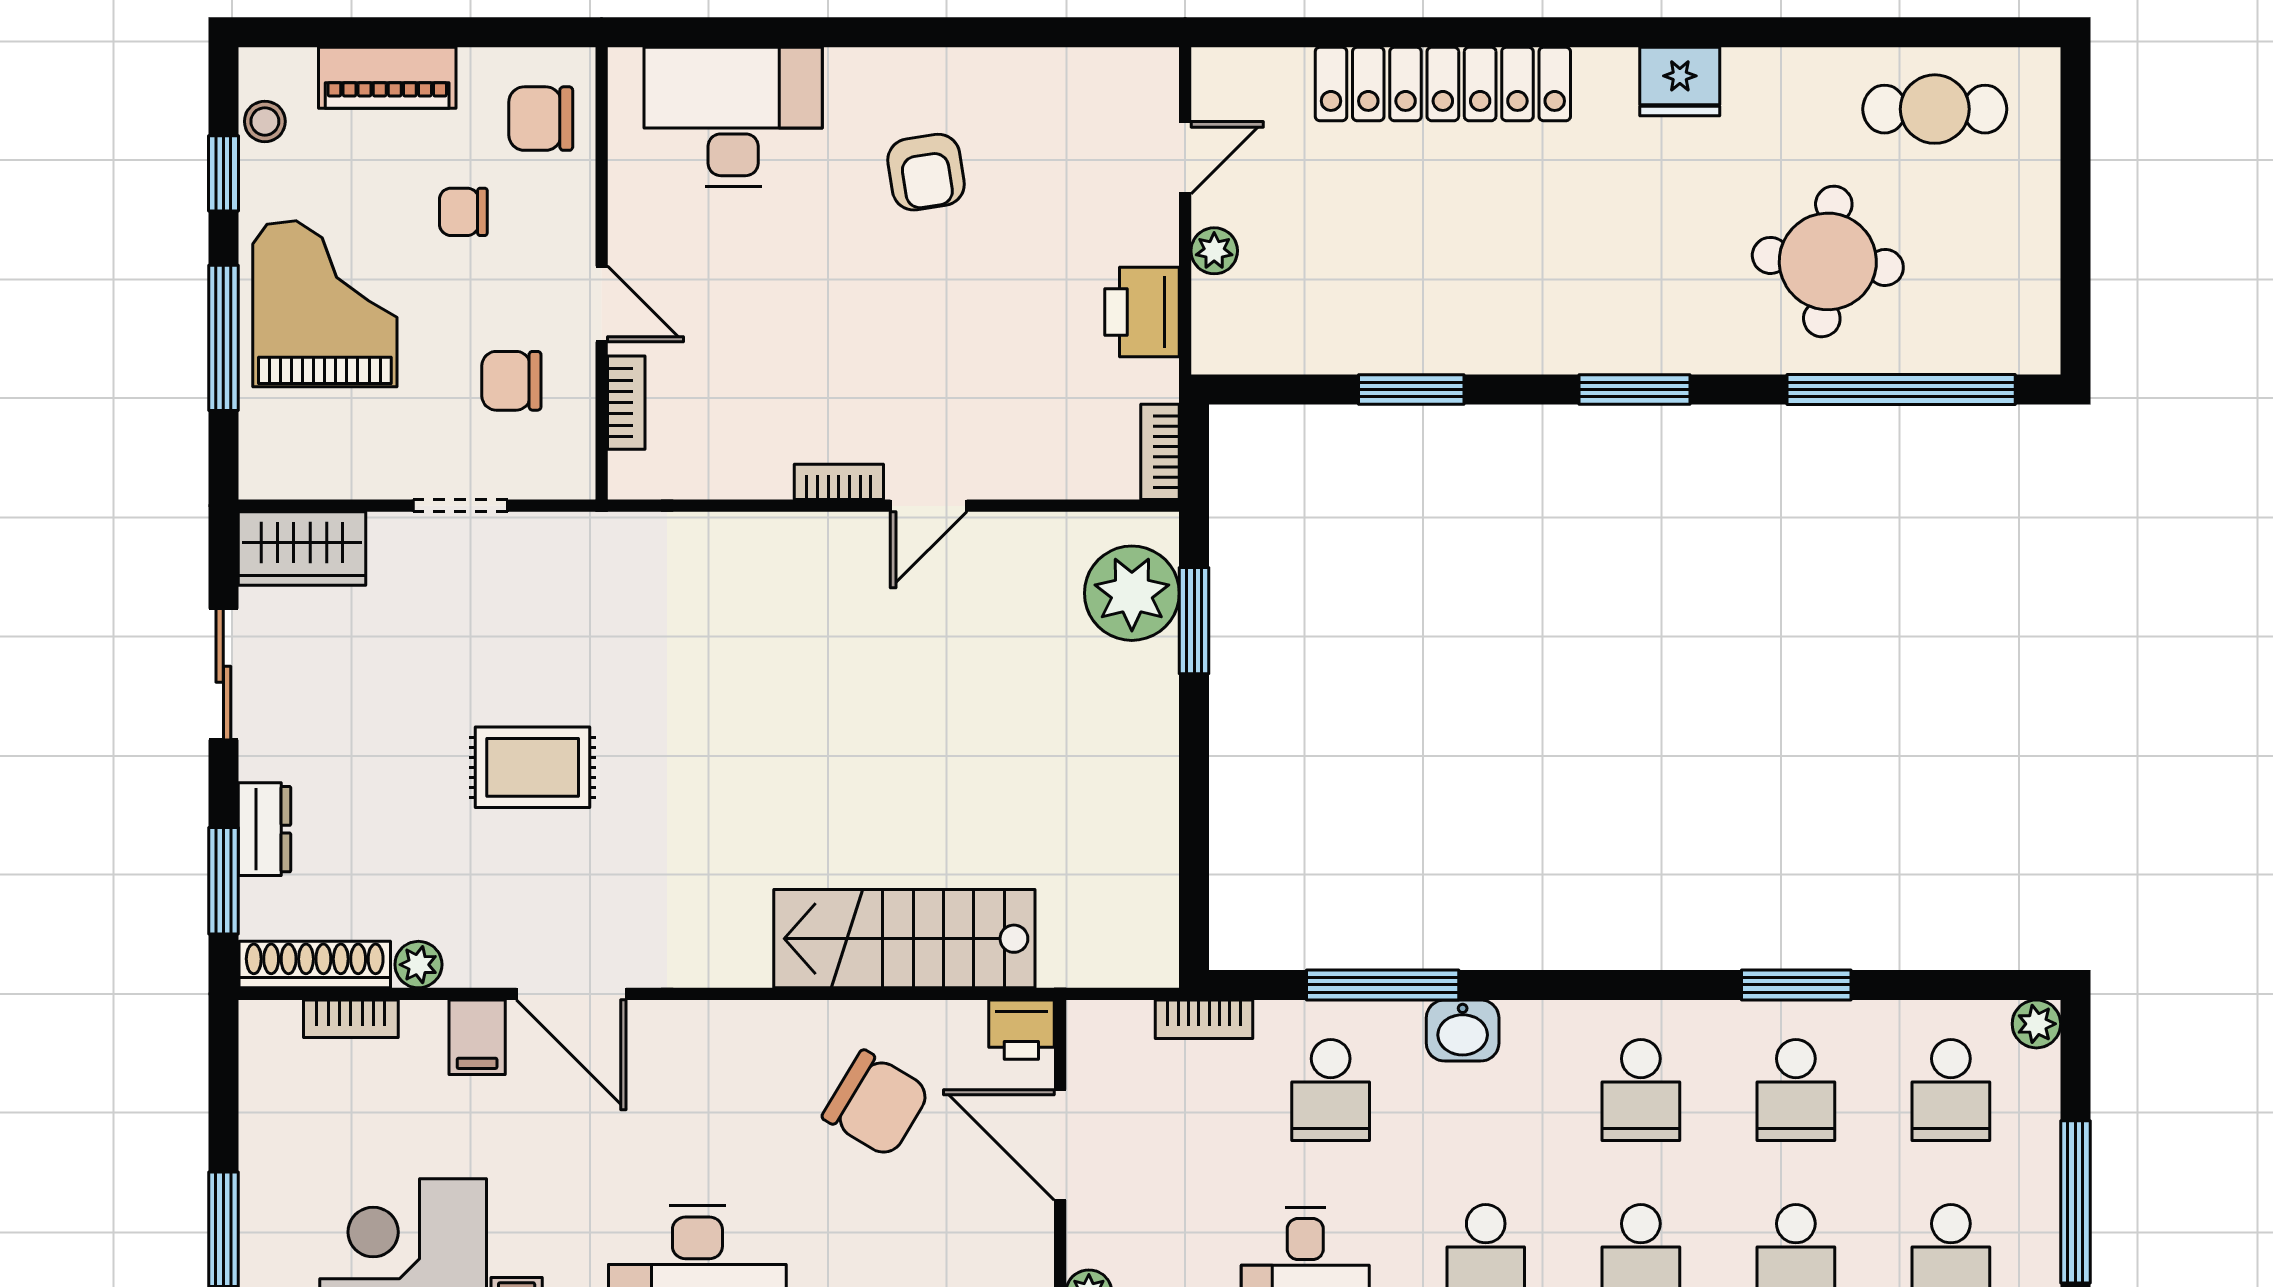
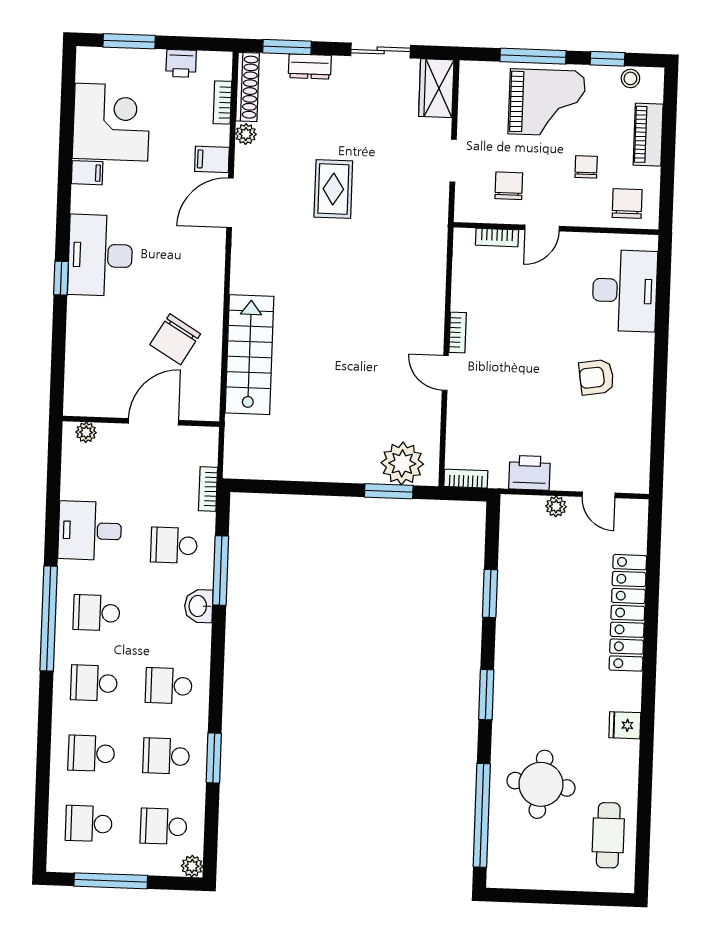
fridge: (1680, 81) -> (625, 725), width x0.72
printer: (1021, 1030) -> (181, 63), moved, turned -90

